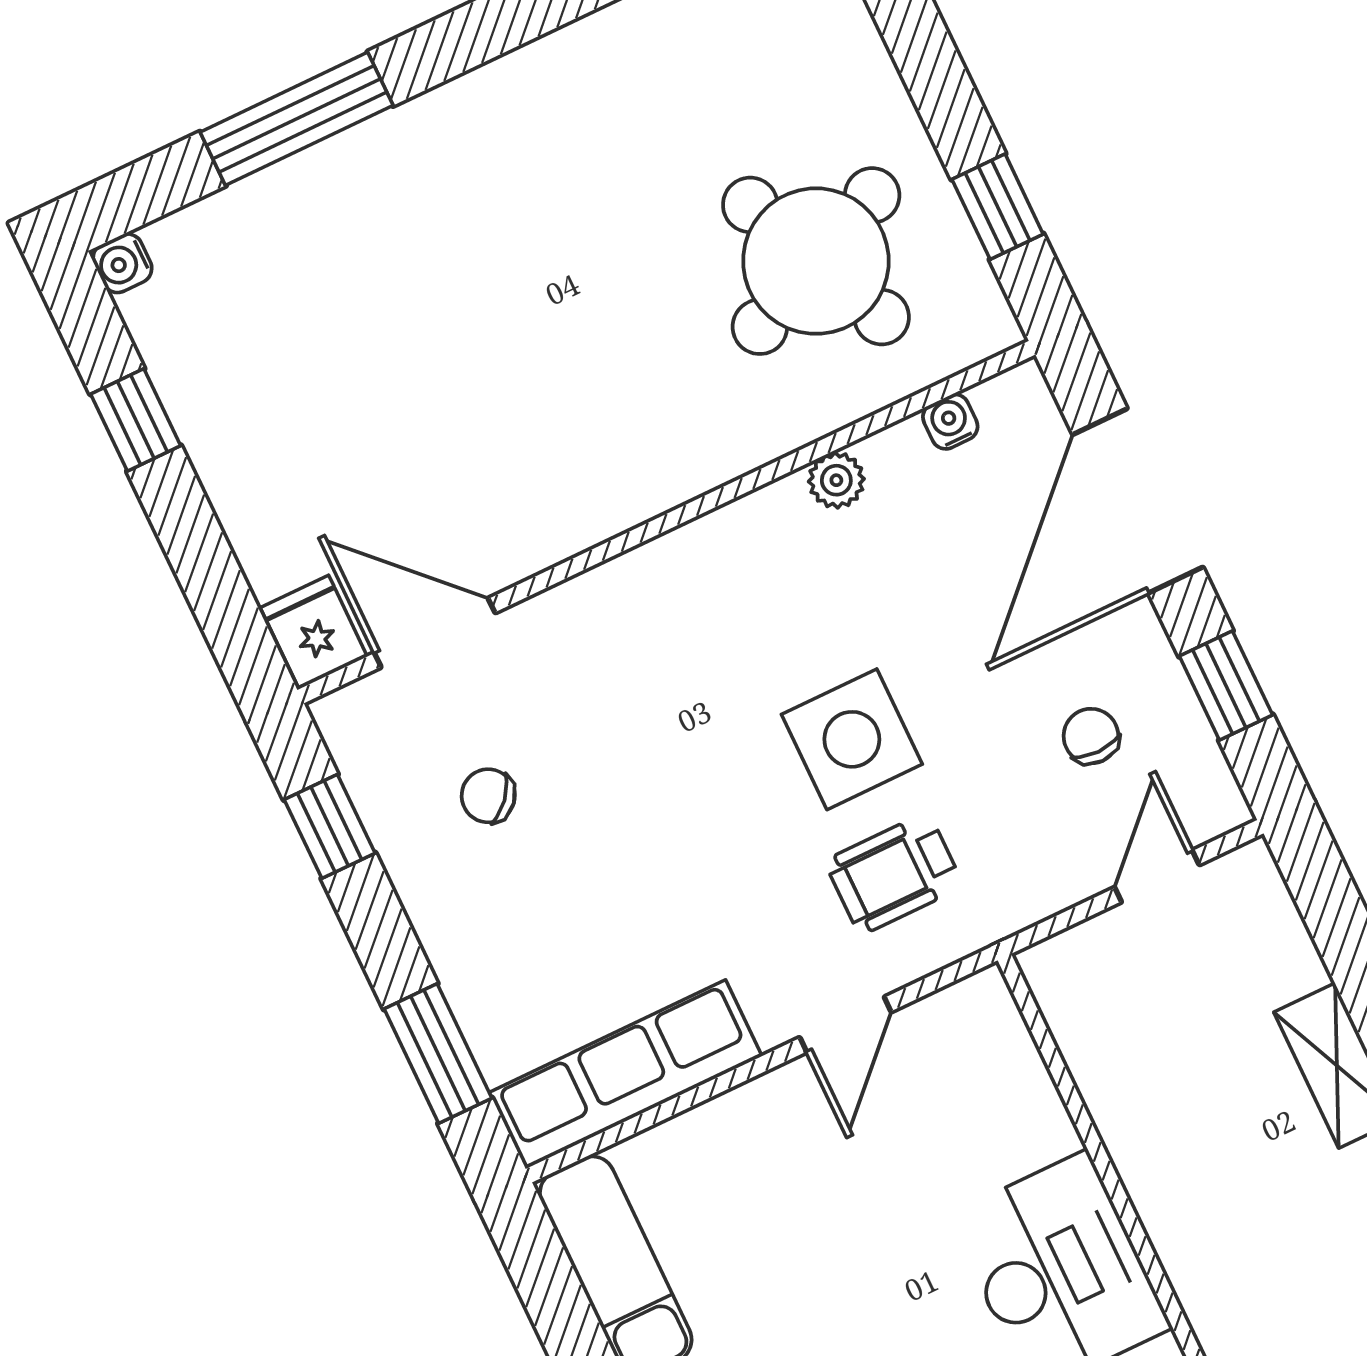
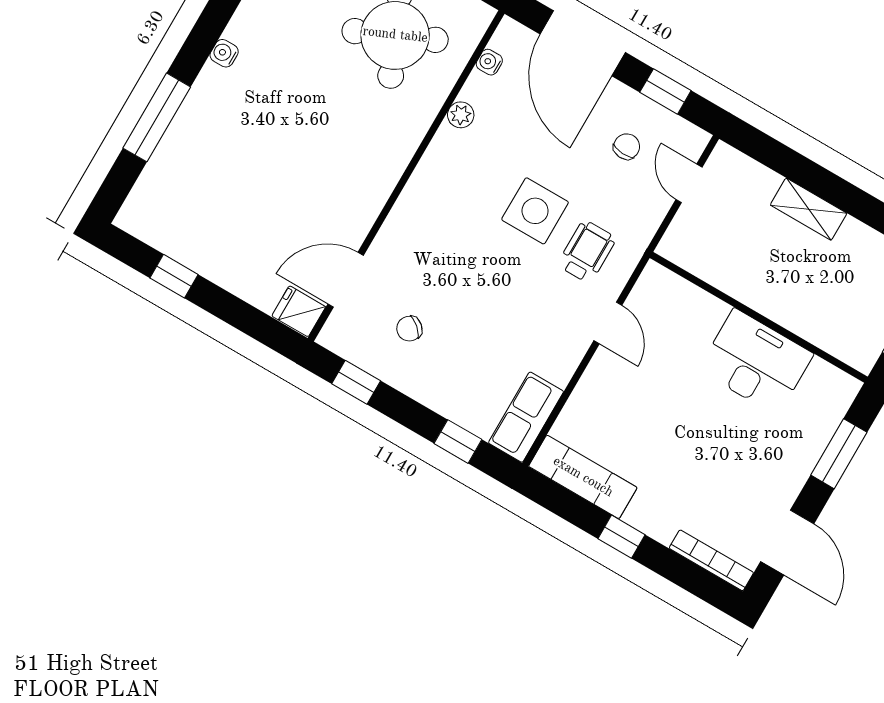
water cooler: (122, 263) -> (224, 53), moved, turned 90
chair: (1091, 736) -> (627, 147), turned 94
wheelchair: (894, 874) -> (587, 252), turned 180
window: (438, 1053) -> (458, 441), width x0.67
row of seats: (626, 1074) -> (526, 417), width x0.68

